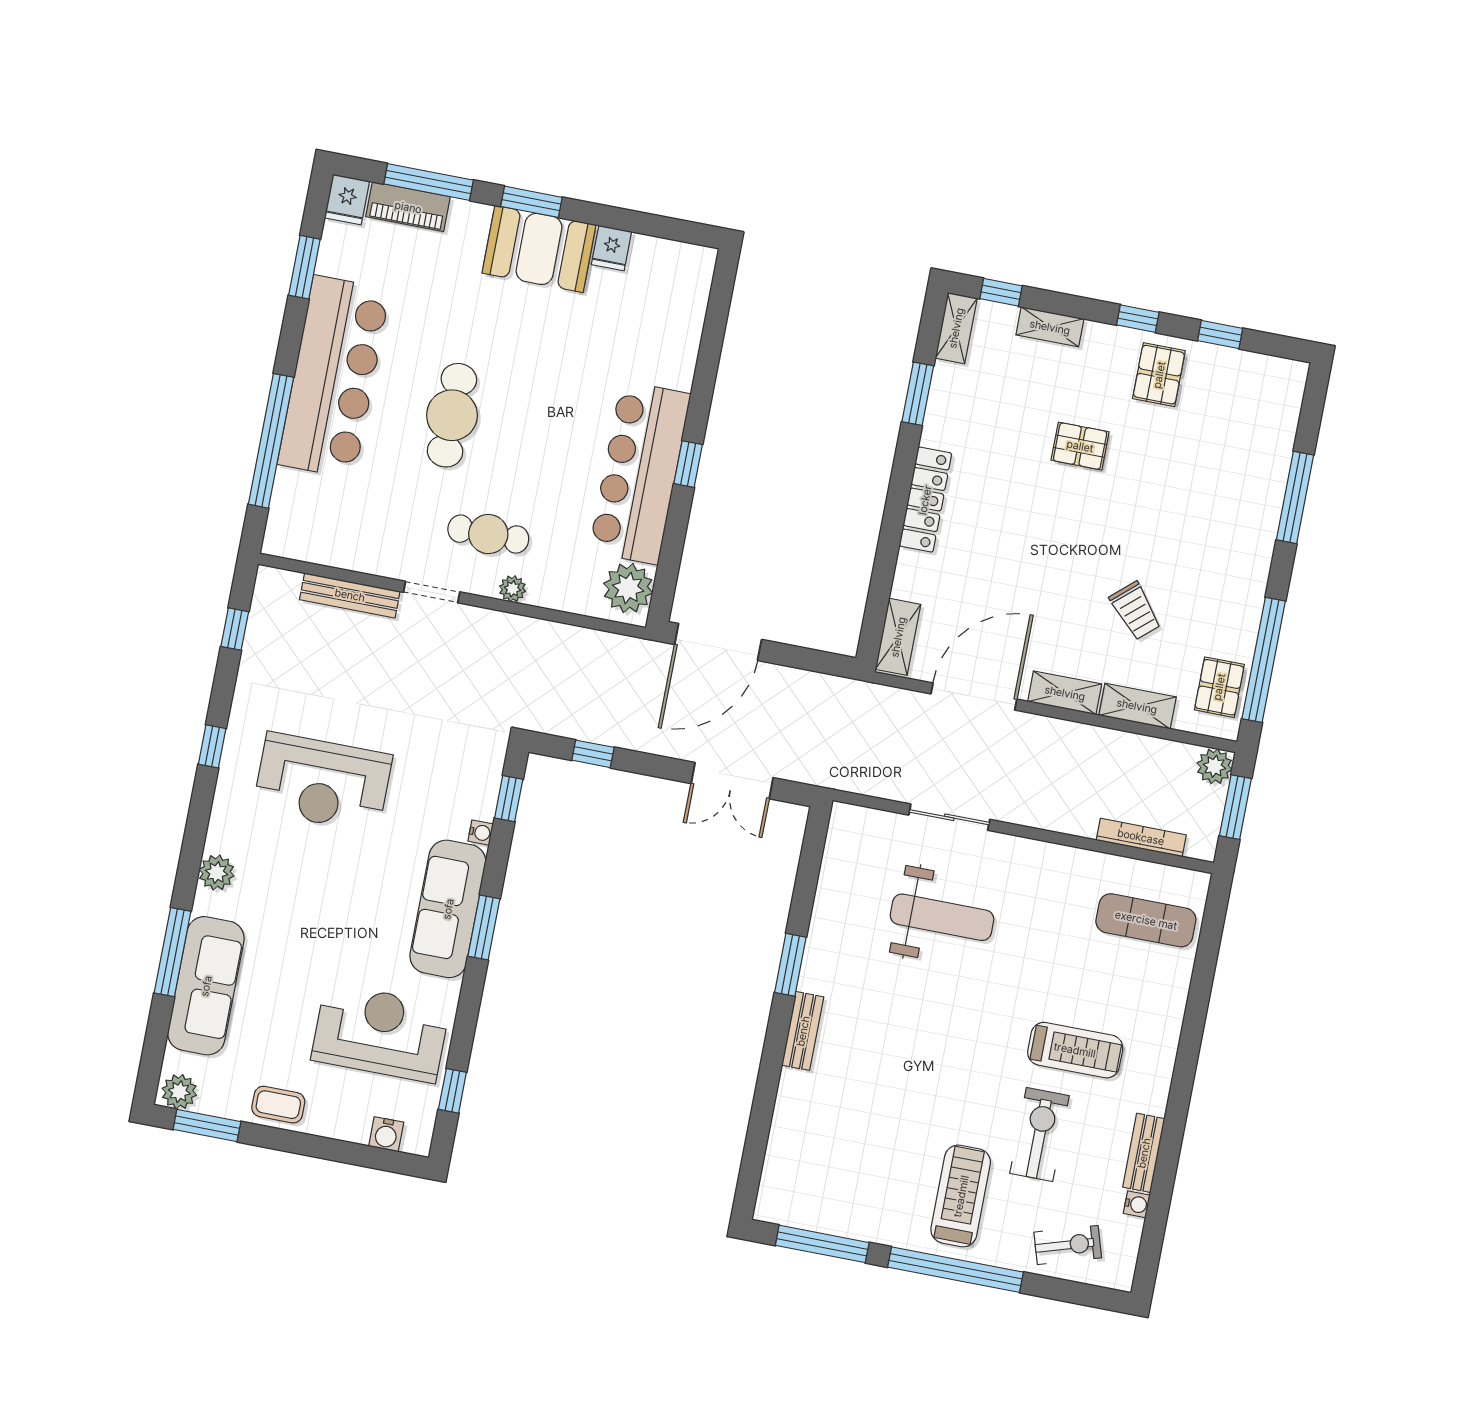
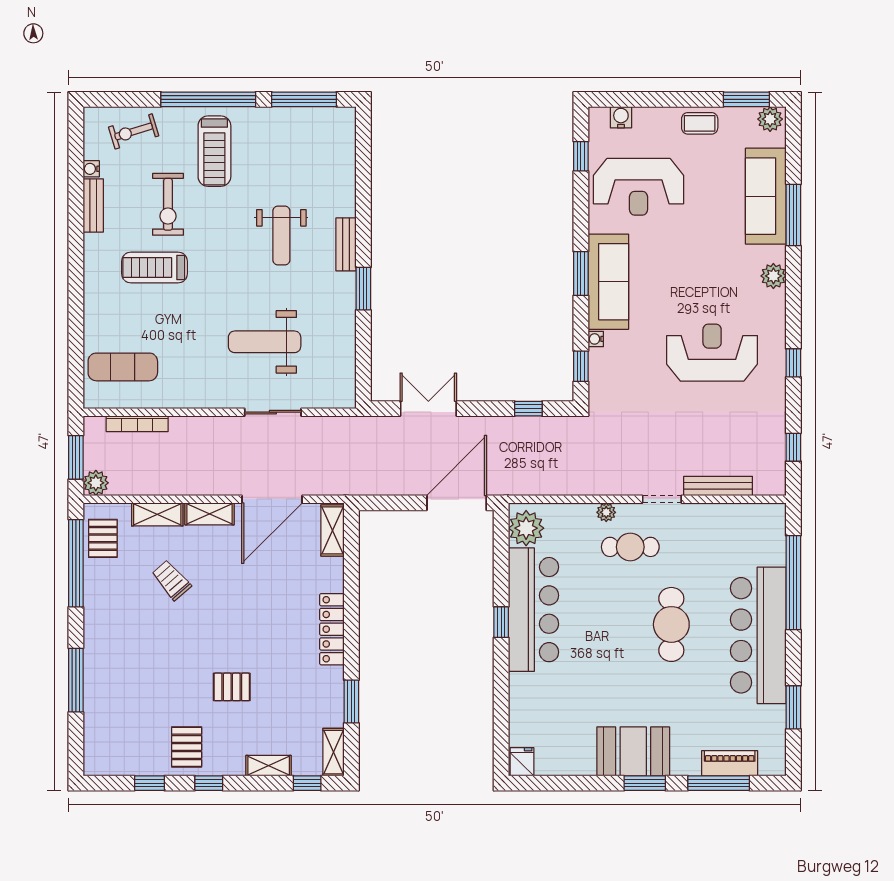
fridge: (347, 200) -> (773, 760), removed
fridge: (611, 248) -> (522, 762), moved
weight bench: (890, 1061) -> (281, 236), added

